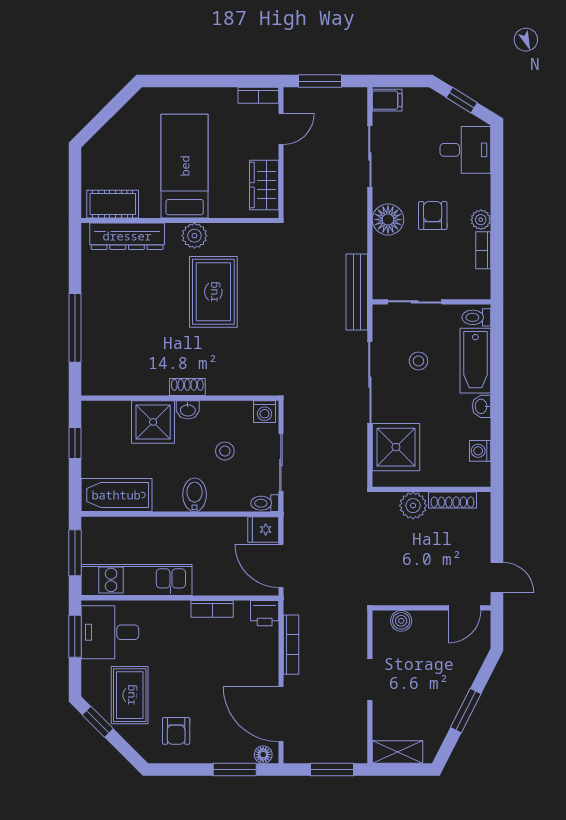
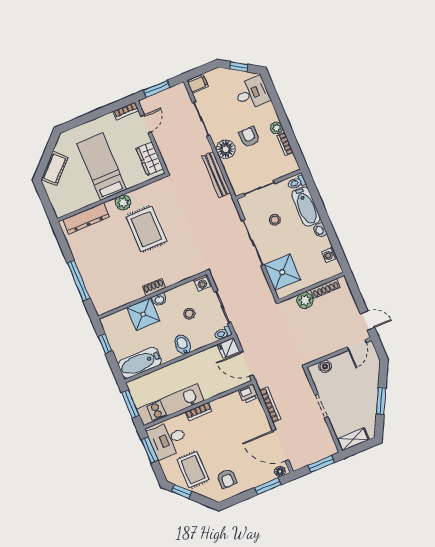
cot: (113, 204) -> (55, 168), moved, turned -45
bench: (357, 292) -> (216, 175), moved
bookcase: (212, 609) -> (199, 412), moved

